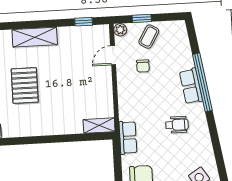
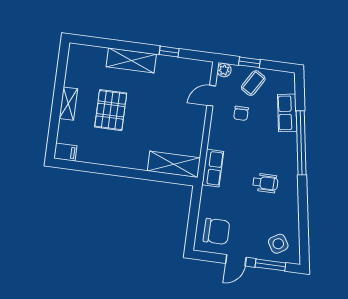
window: (84, 22) -> (169, 52), moved
row of seats: (191, 86) -> (287, 113), moved
shelving: (99, 126) -> (174, 164), width x1.50, depth x1.33
row of seats: (128, 138) -> (213, 168), moved

